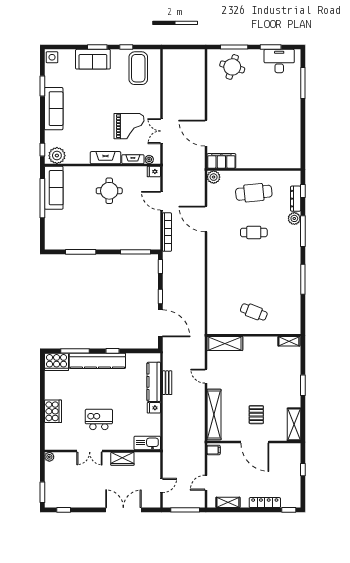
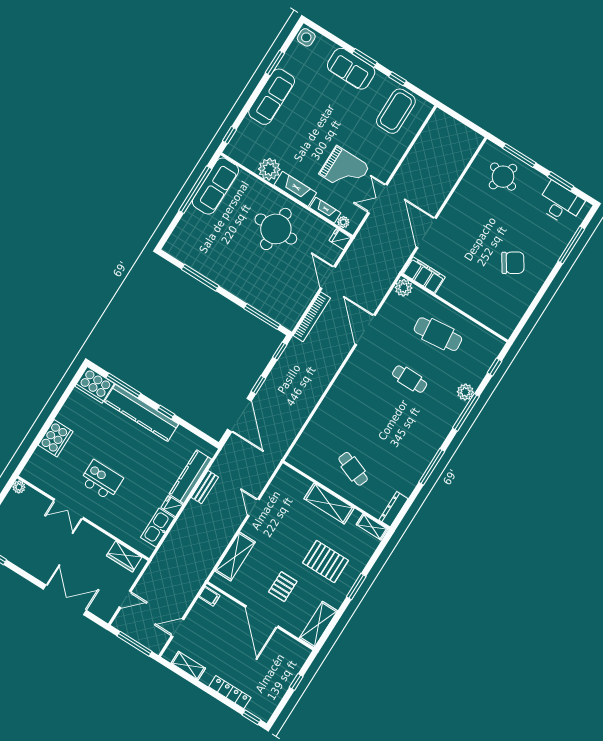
chair: (273, 118) -> (513, 263), added
plant: (57, 156) -> (269, 169), moved
round table: (109, 191) -> (276, 229), width x1.36, depth x1.36
dresser: (296, 199) -> (394, 509), moved
shelving: (225, 343) -> (329, 503), moved
pallet: (273, 382) -> (325, 562), added
shelving: (214, 415) -> (235, 556), width x0.68
kitchen sink: (147, 443) -> (158, 528), moved, turned -90
wardrobe: (122, 459) -> (124, 556), moved

